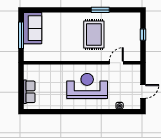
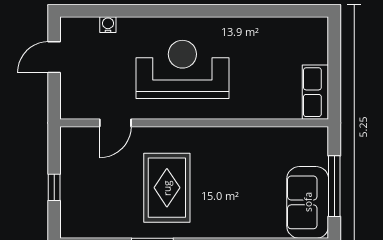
reception desk: (87, 86) -> (182, 69), turned 180
row of seats: (29, 92) -> (315, 92), moved

